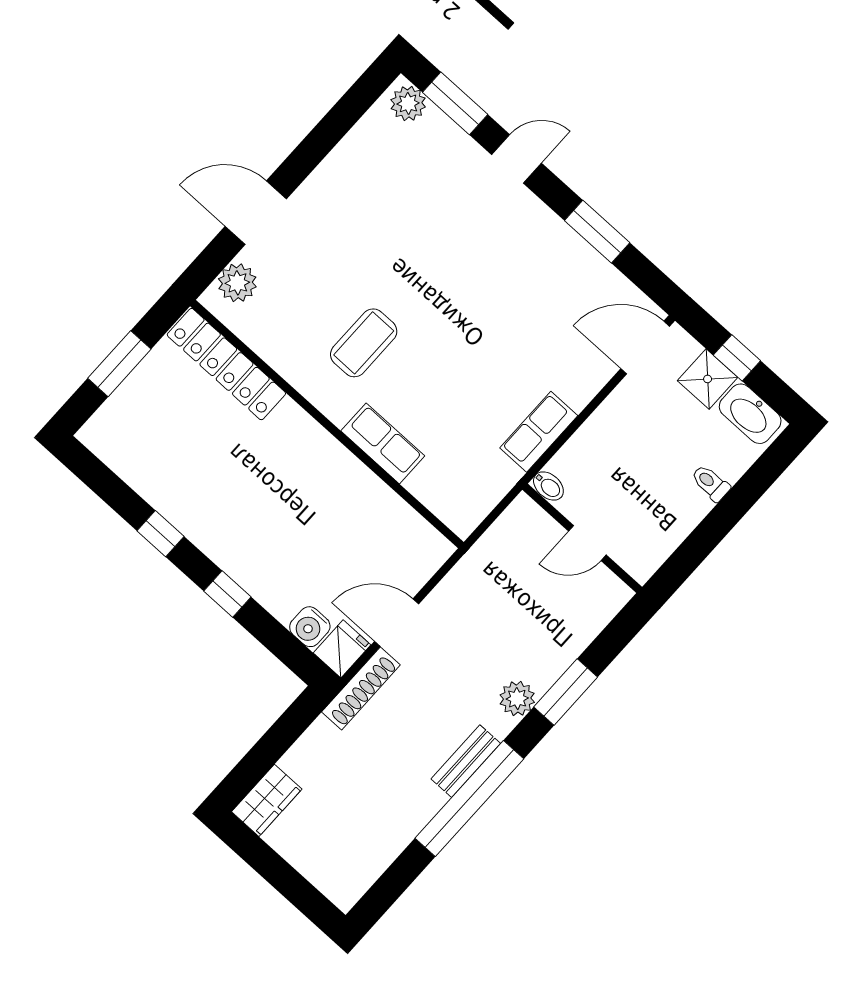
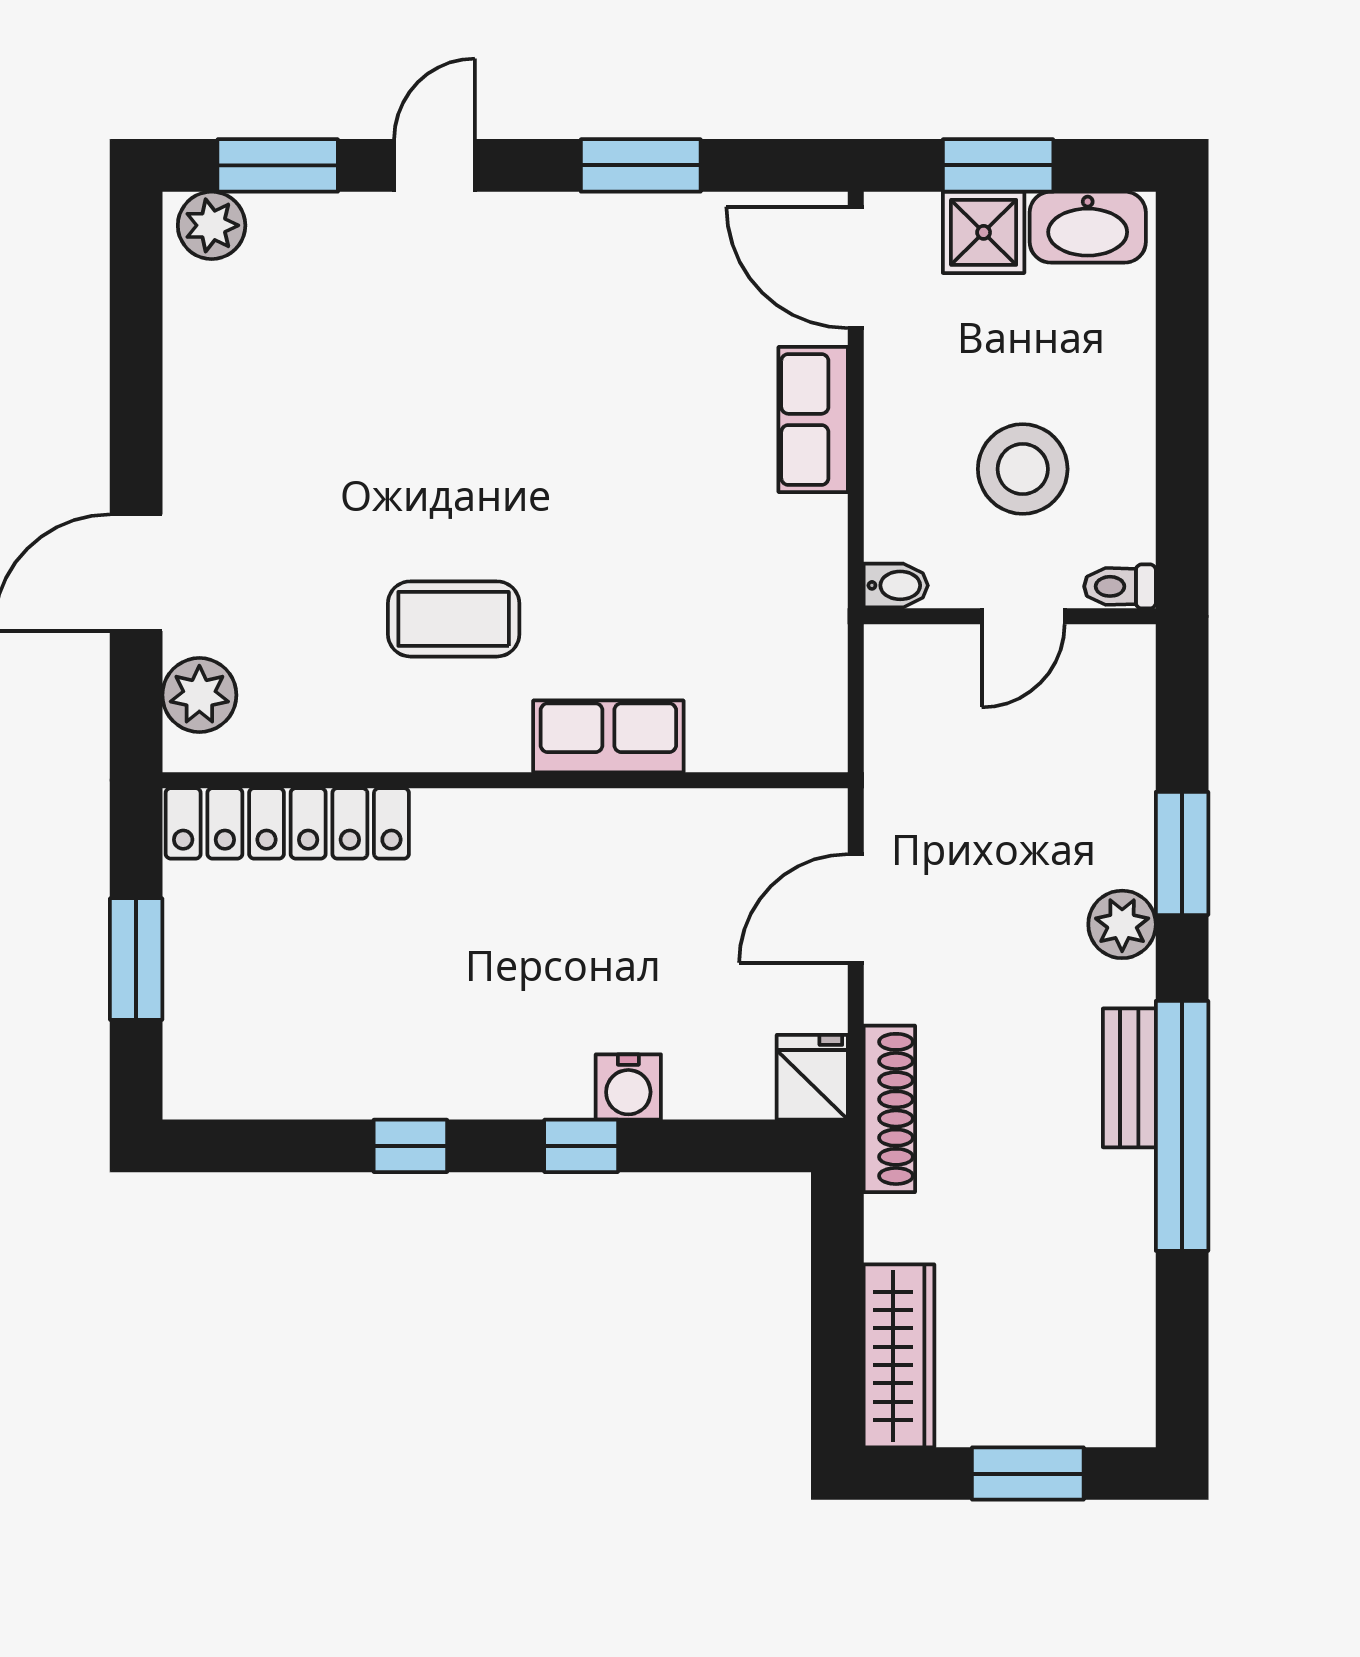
coffee table: (364, 343) -> (454, 619), turned 90
door: (645, 347) -> (856, 267), hinge flipped
window: (737, 358) -> (998, 165), width x1.50
row of seats: (539, 432) -> (813, 419), moved
toilet: (710, 483) -> (1120, 586), moved
stool: (639, 485) -> (1023, 469), added
door: (397, 623) -> (856, 909), moved
water cooler: (310, 627) -> (628, 1087), moved
wardrobe: (267, 800) -> (899, 1356), width x1.50
window: (286, 880) -> (1028, 1474), added

